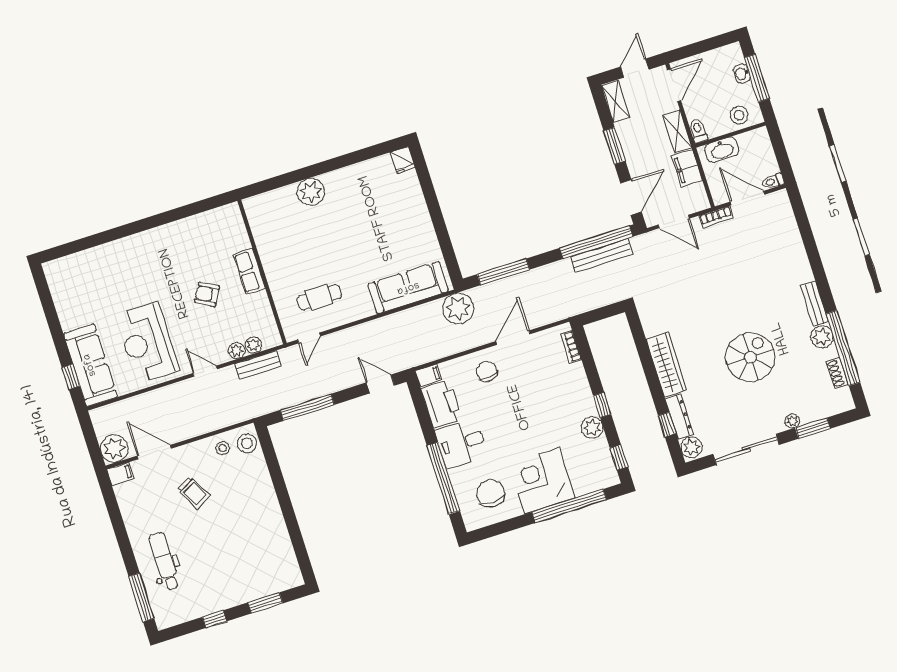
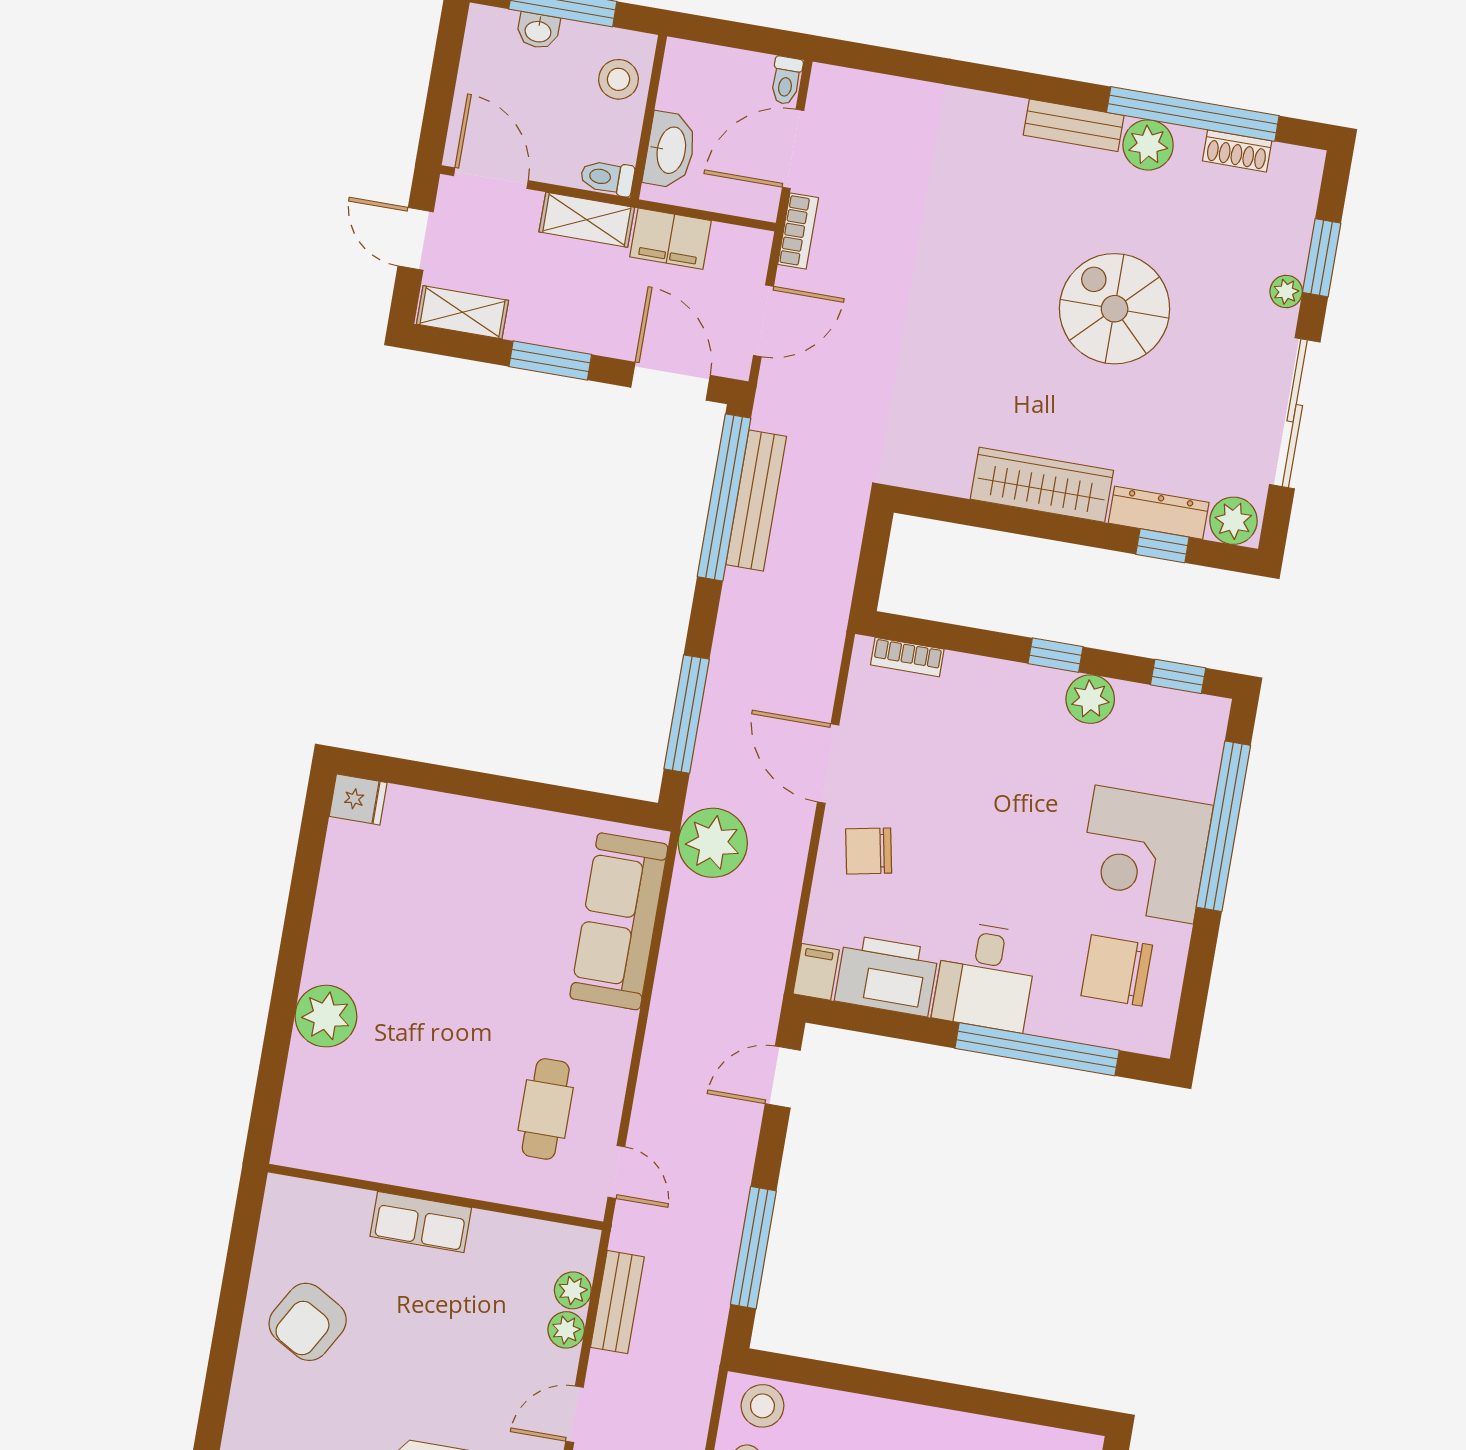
armchair: (207, 294) -> (308, 1322), moved, width x1.38, depth x1.38

